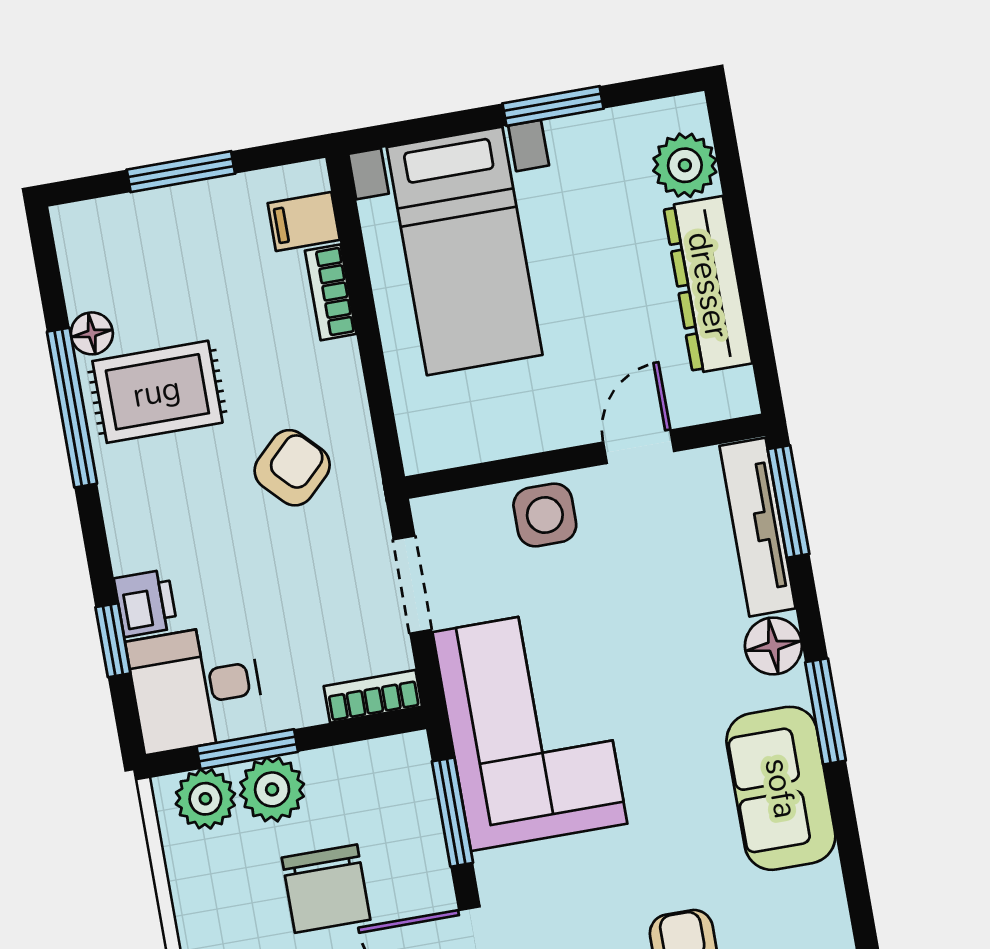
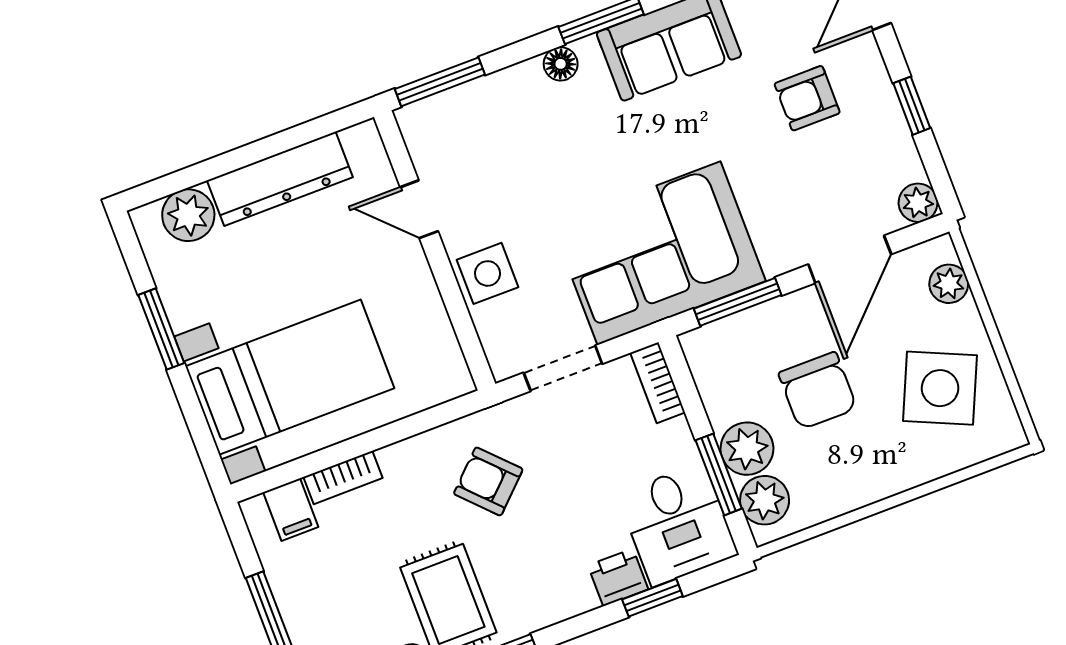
tv unit: (757, 527) -> (465, 103), removed
floor lamp: (773, 646) -> (561, 64), width x0.73, depth x0.73
chair: (326, 889) -> (818, 391), turned 90

